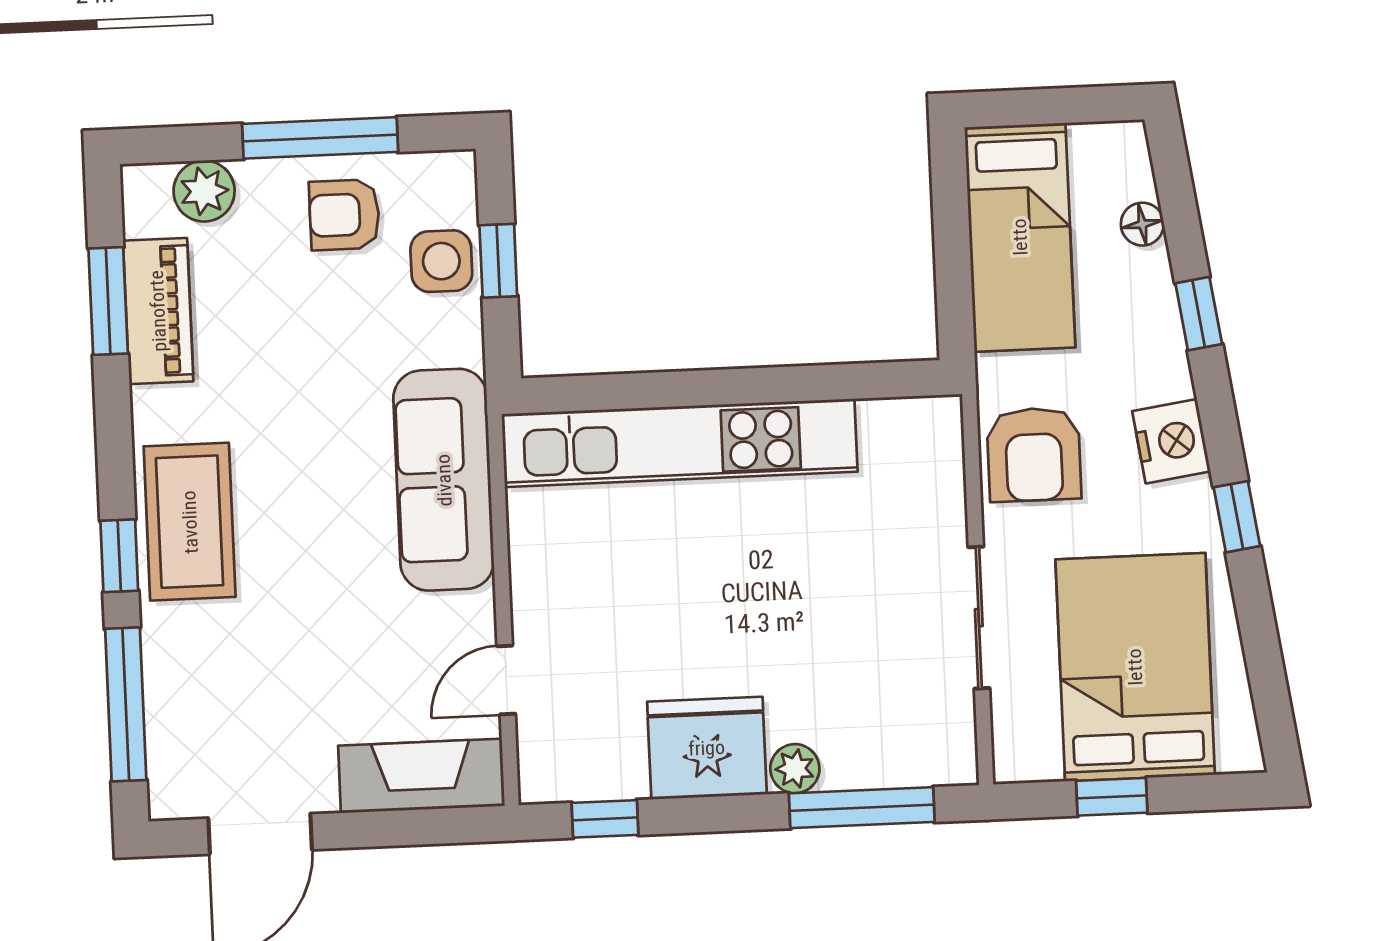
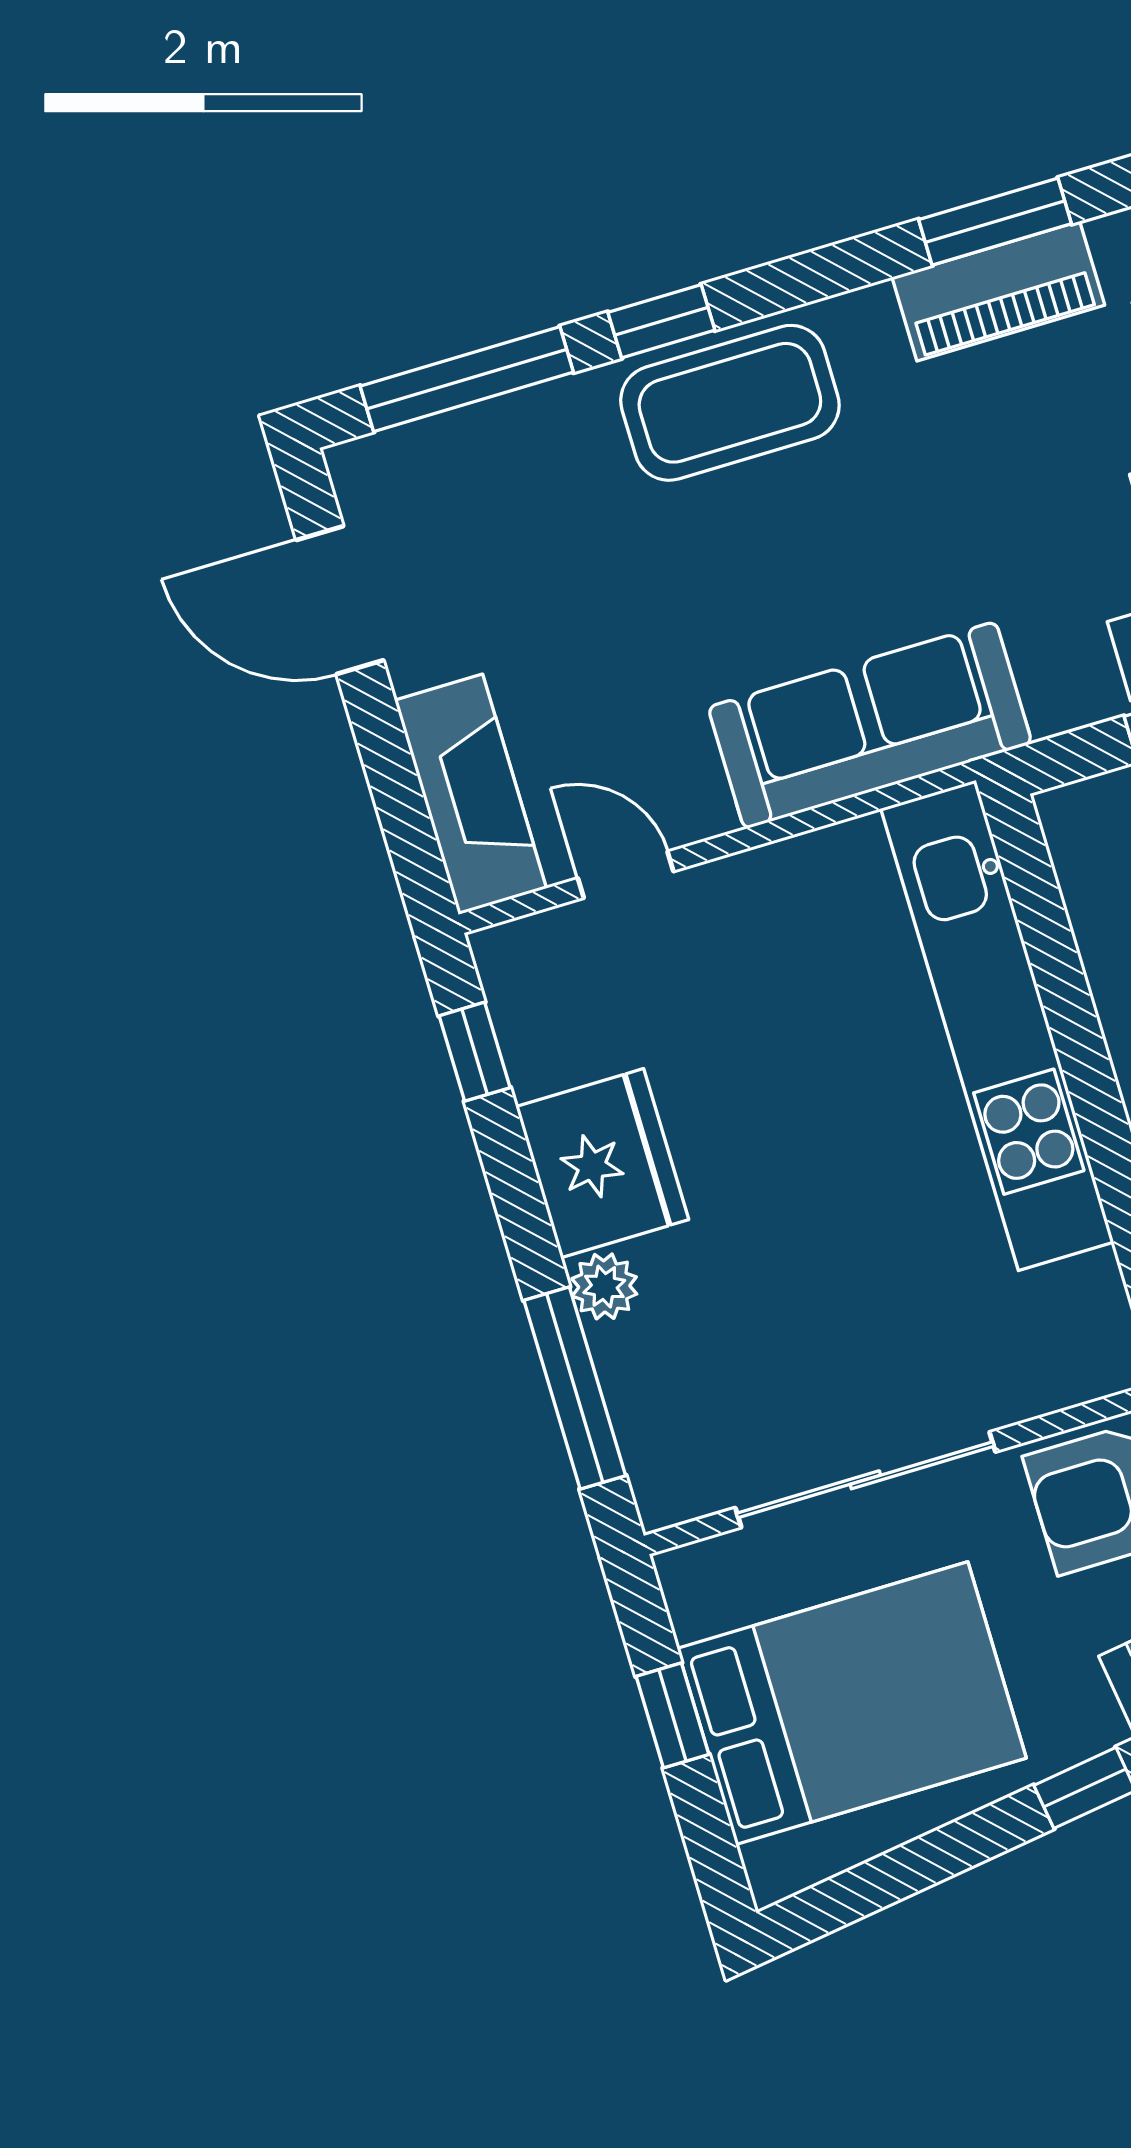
sliding door: (979, 618) -> (865, 1480), width x1.37

